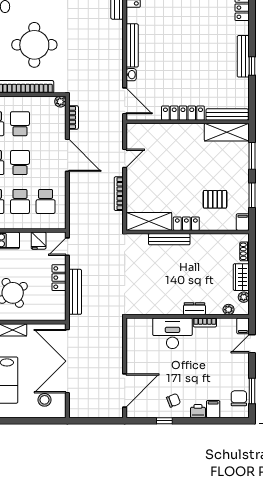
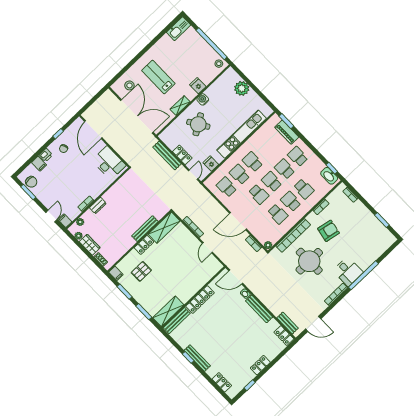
desk: (172, 333) -> (109, 163), moved, turned -90

